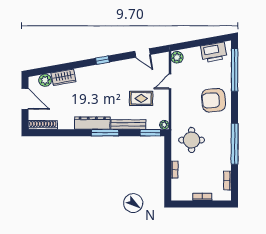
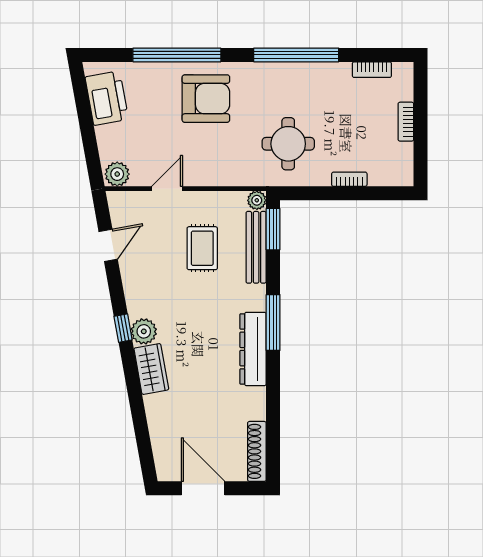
window: (235, 70) -> (177, 55), moved
wardrobe: (63, 77) -> (151, 369), moved
plant: (45, 80) -> (144, 331), moved
door: (170, 81) -> (167, 189), swing flipped
door: (25, 99) -> (203, 488), hinge flipped
armchair: (213, 100) -> (206, 99), turned -85
bench: (128, 124) -> (256, 247), moved

